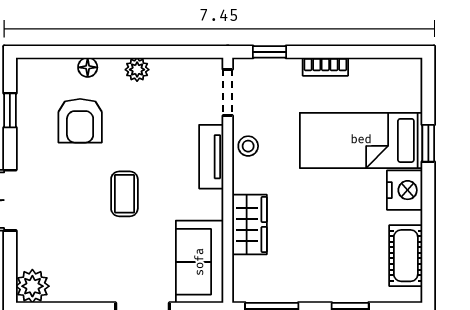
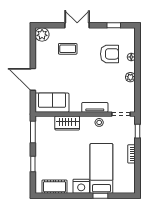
armchair: (80, 121) -> (109, 54), turned 180
coffee table: (124, 194) -> (68, 49), moved

